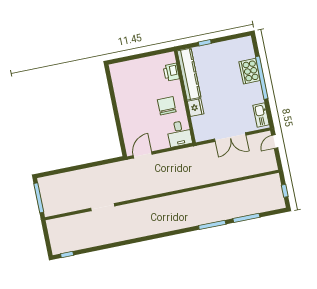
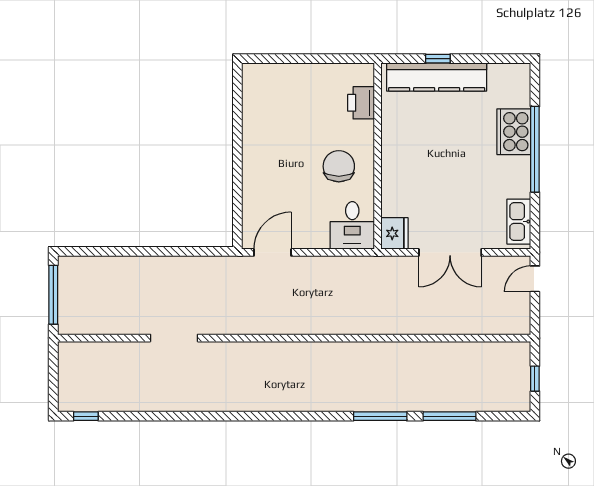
kitchen counter: (189, 74) -> (437, 77), moved, turned 90
fridge: (196, 107) -> (394, 233), moved

